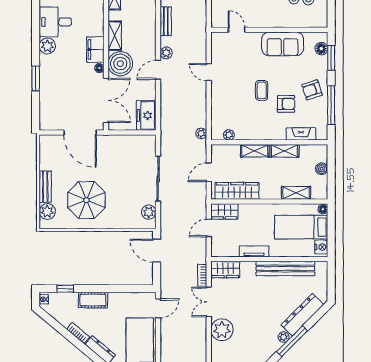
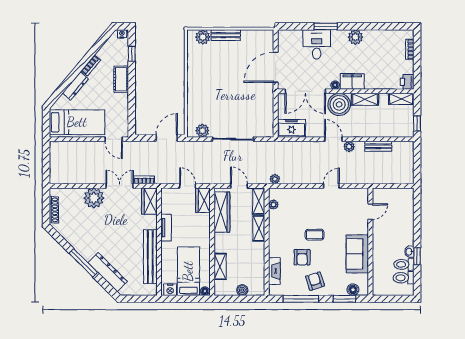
desk: (55, 22) -> (317, 44), moved
shelving: (284, 151) -> (259, 201), moved
parasol: (86, 200) -> (213, 73), removed
plant: (284, 337) -> (87, 255), removed

